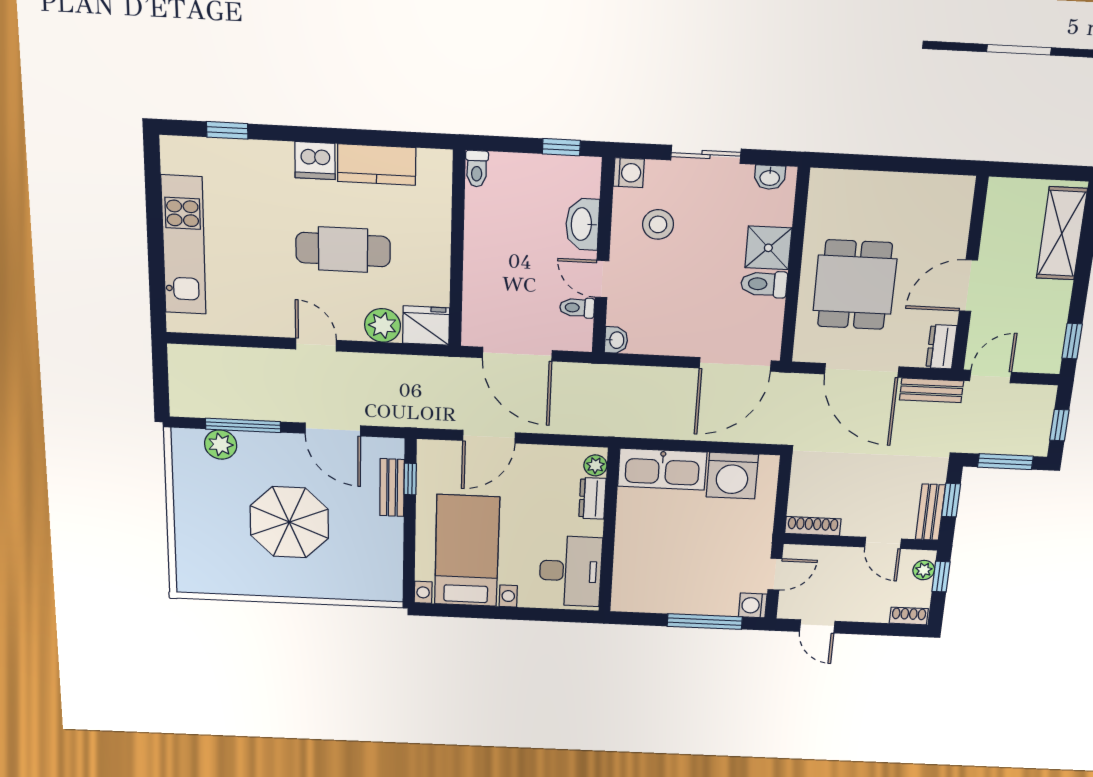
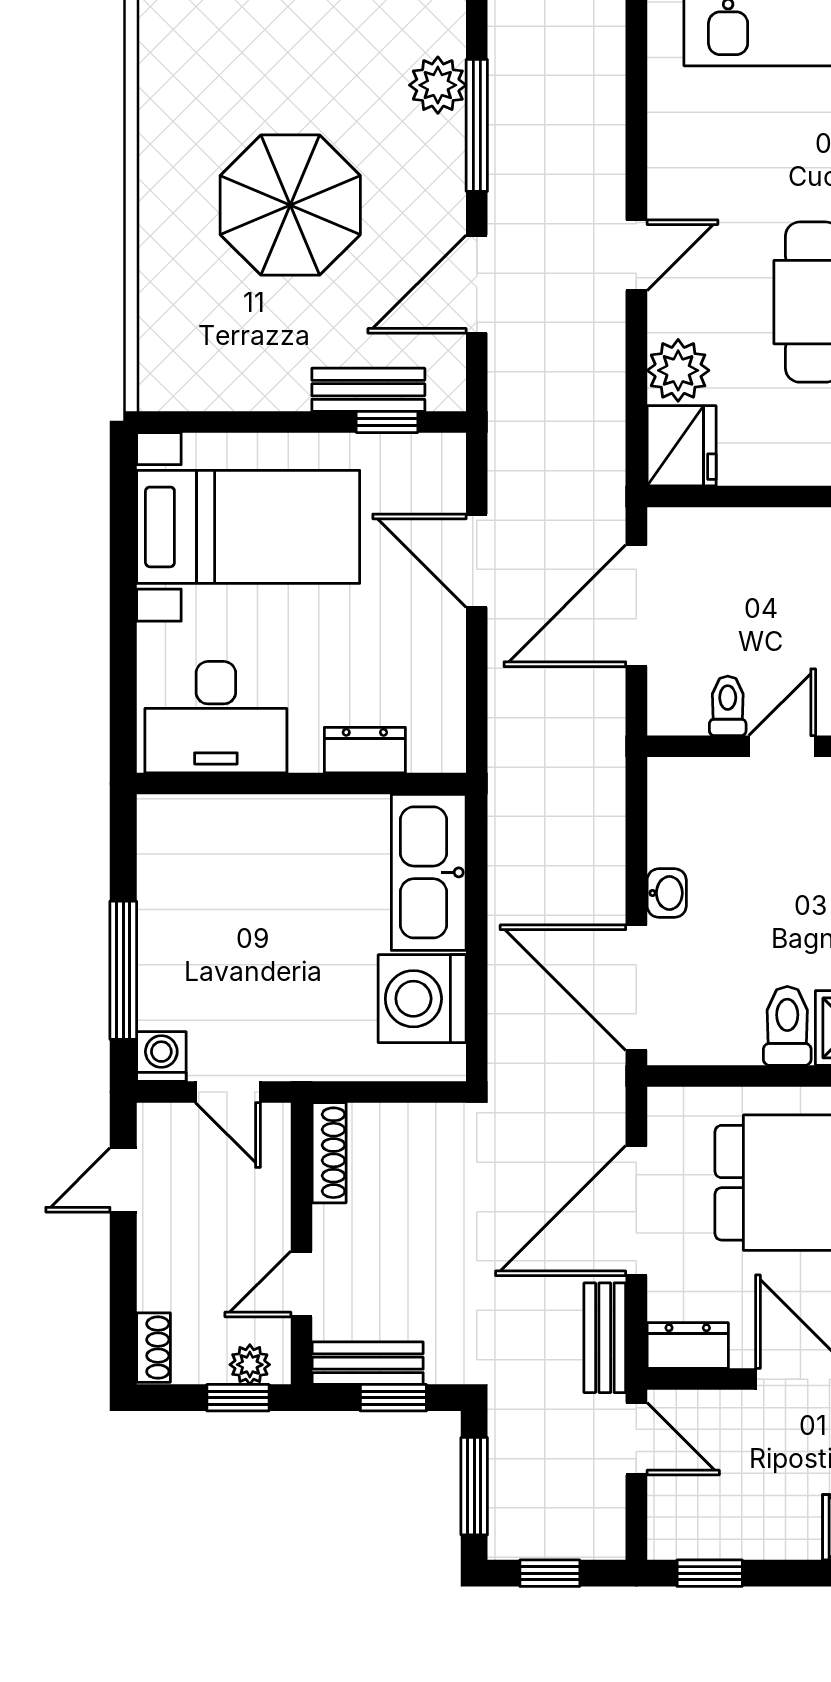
washbasin: (616, 340) -> (667, 893), moved, turned -90
plant: (595, 465) -> (430, 752), removed

